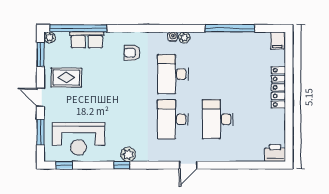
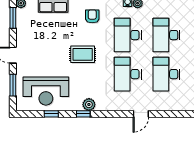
armchair: (132, 53) -> (92, 16), turned 90
desk: (218, 74) -> (167, 35), added
rug: (66, 78) -> (83, 54), moved
window: (64, 165) -> (51, 114), moved

